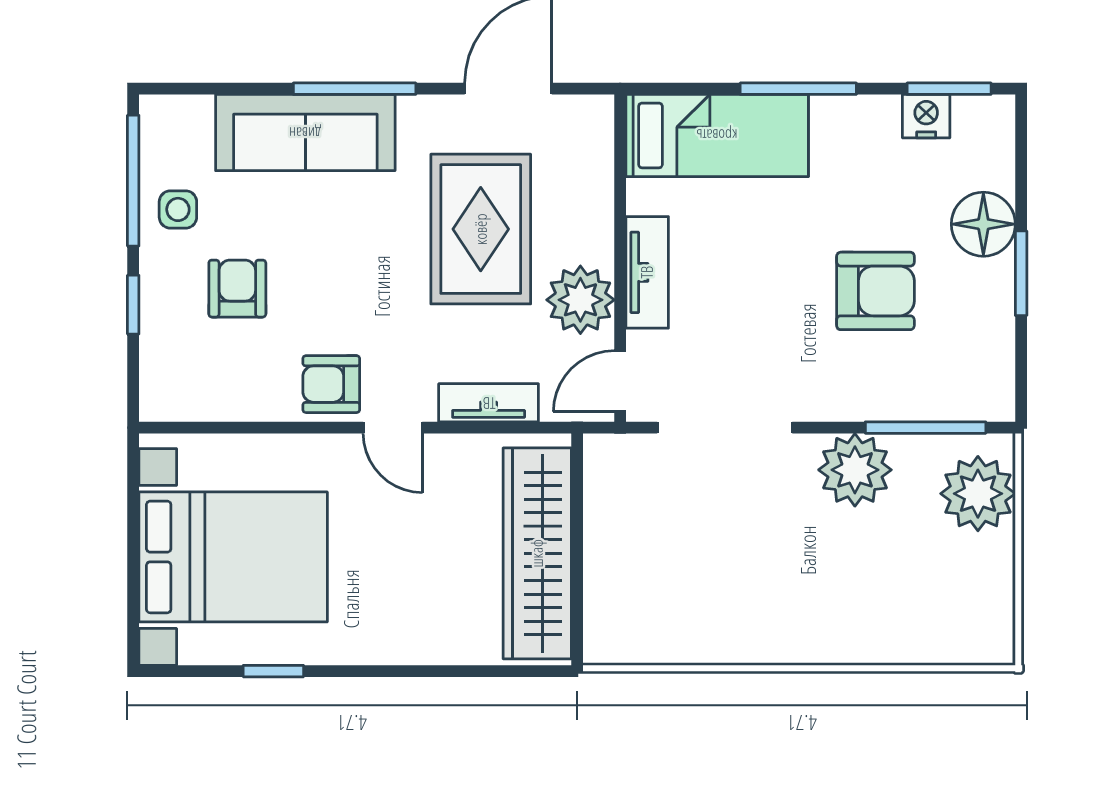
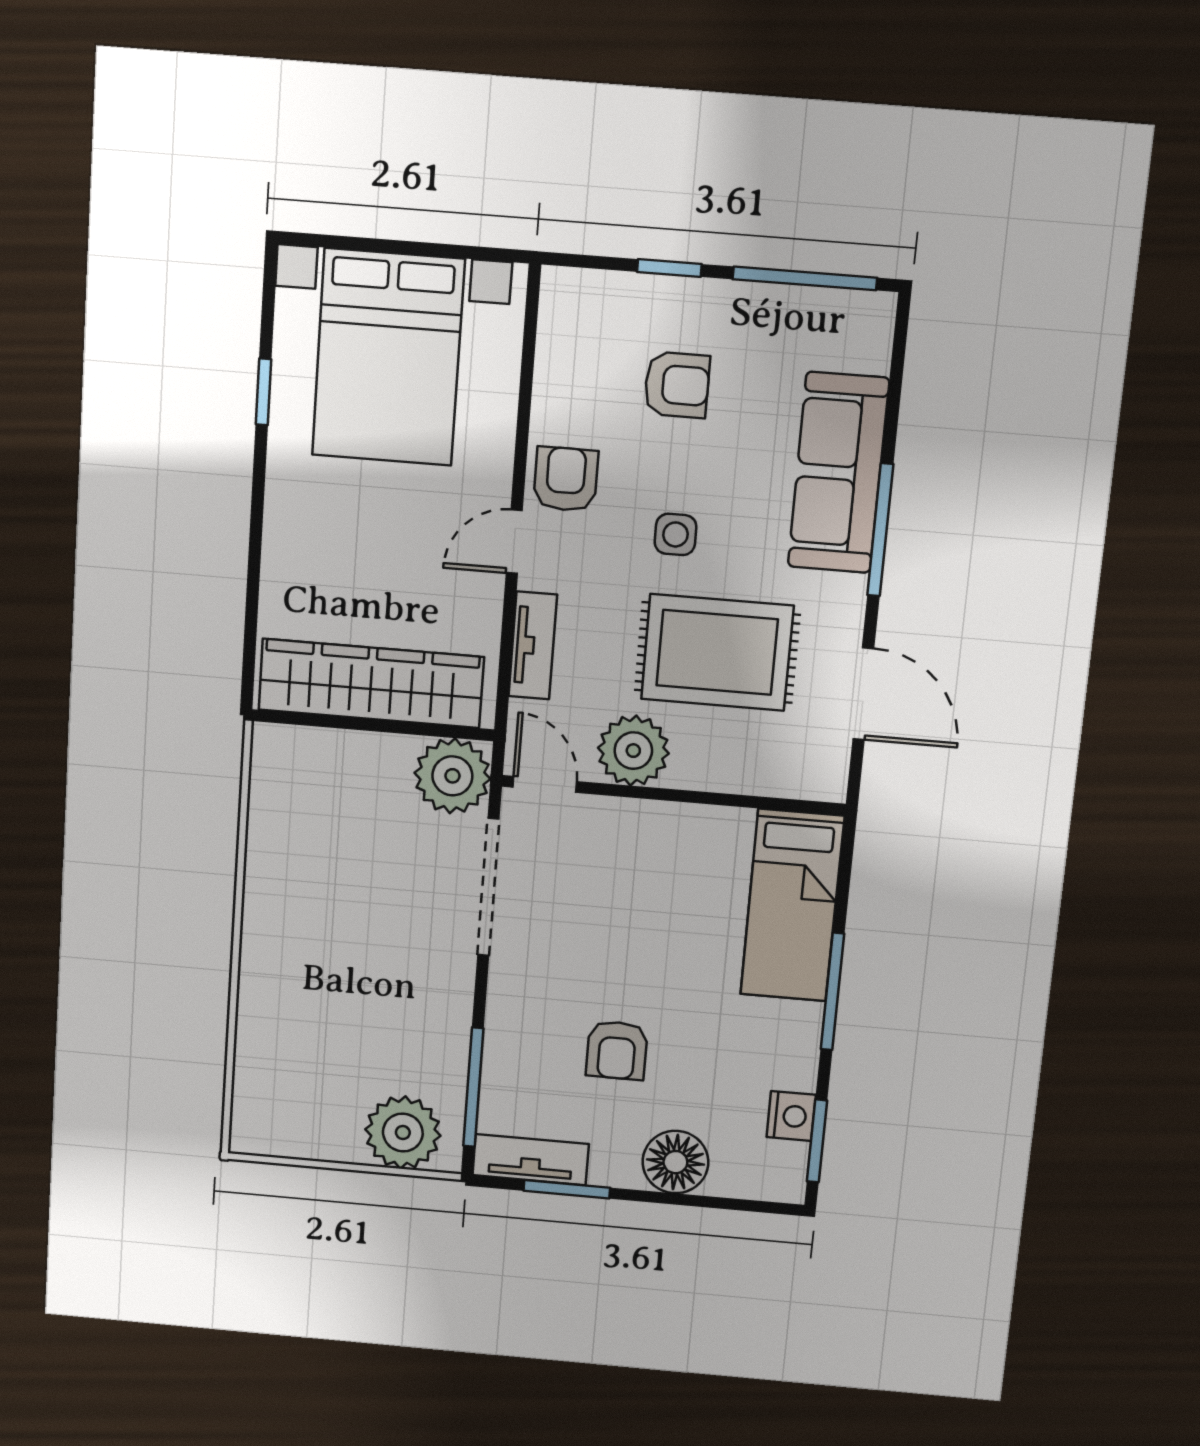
side table: (178, 209) -> (675, 534), moved
tv unit: (647, 272) -> (531, 1160), moved, turned 180
window: (1021, 273) -> (567, 1189), moved
armchair: (875, 291) -> (617, 1050), width x0.72, depth x0.72
plant: (855, 470) -> (452, 776), moved

